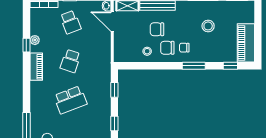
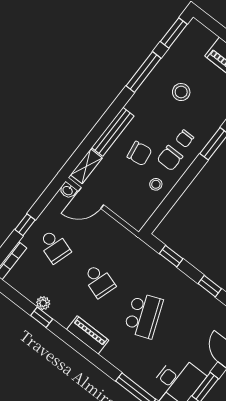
school desk: (70, 22) -> (54, 246), turned 39
chair: (157, 29) -> (139, 153), turned -99
piano: (36, 67) -> (88, 335), moved

